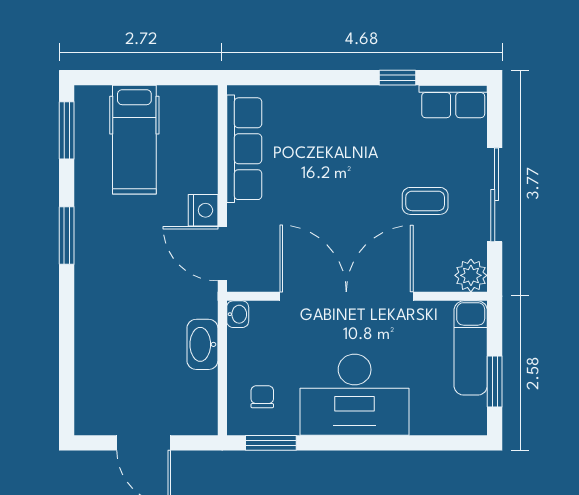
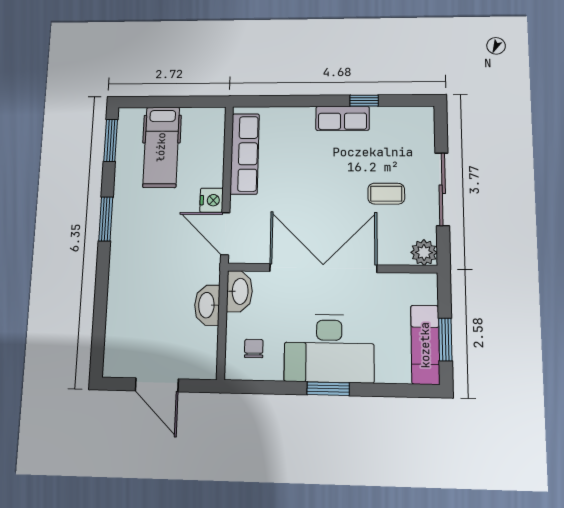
row of seats: (453, 101) -> (342, 118), moved
washbasin: (238, 314) -> (239, 291), width x1.91, depth x1.45
exam couch: (471, 348) -> (425, 345), moved
window: (271, 443) -> (328, 389), moved

